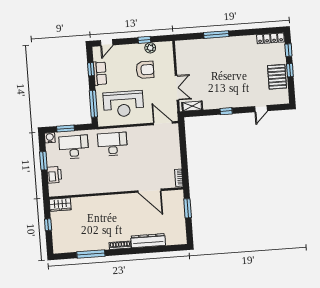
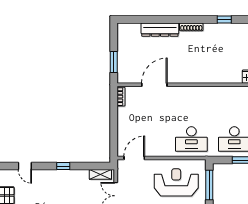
door: (261, 109) -> (25, 166), swing flipped
door: (163, 123) -> (134, 158), swing flipped
door: (149, 191) -> (154, 85), hinge flipped
window: (91, 254) -> (224, 20), width x0.46

